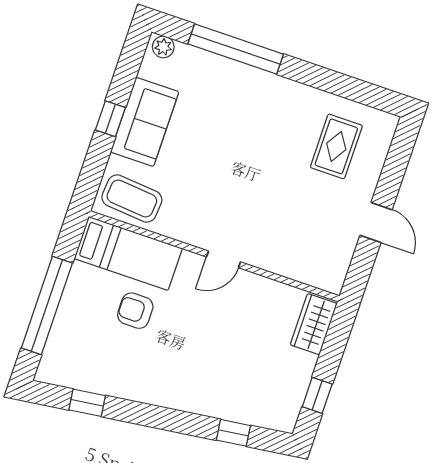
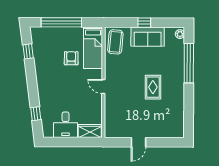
rug: (336, 146) -> (153, 87), moved, turned 90
desk: (281, 374) -> (66, 125), added
window: (317, 395) -> (62, 142), removed

